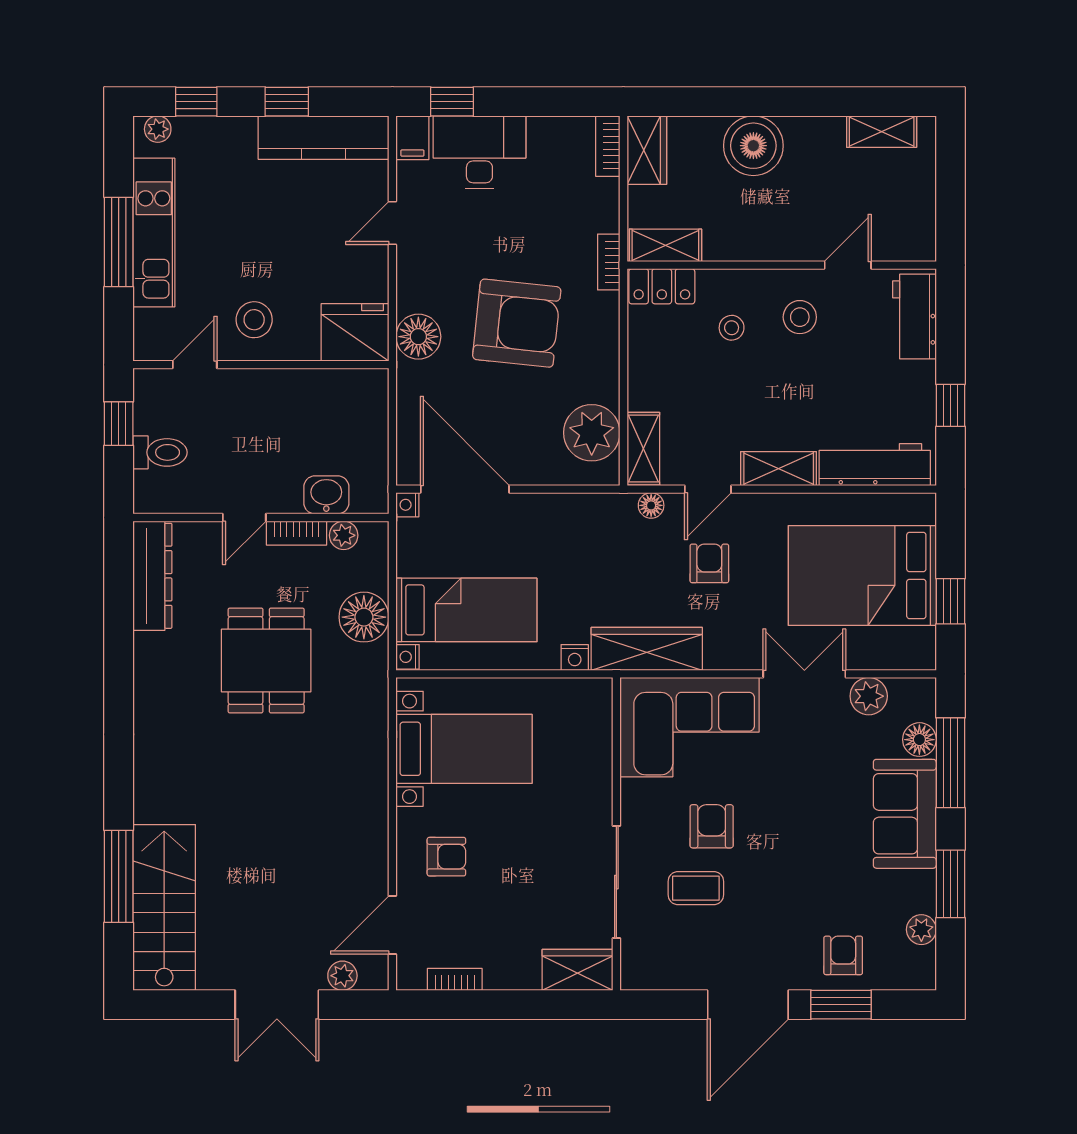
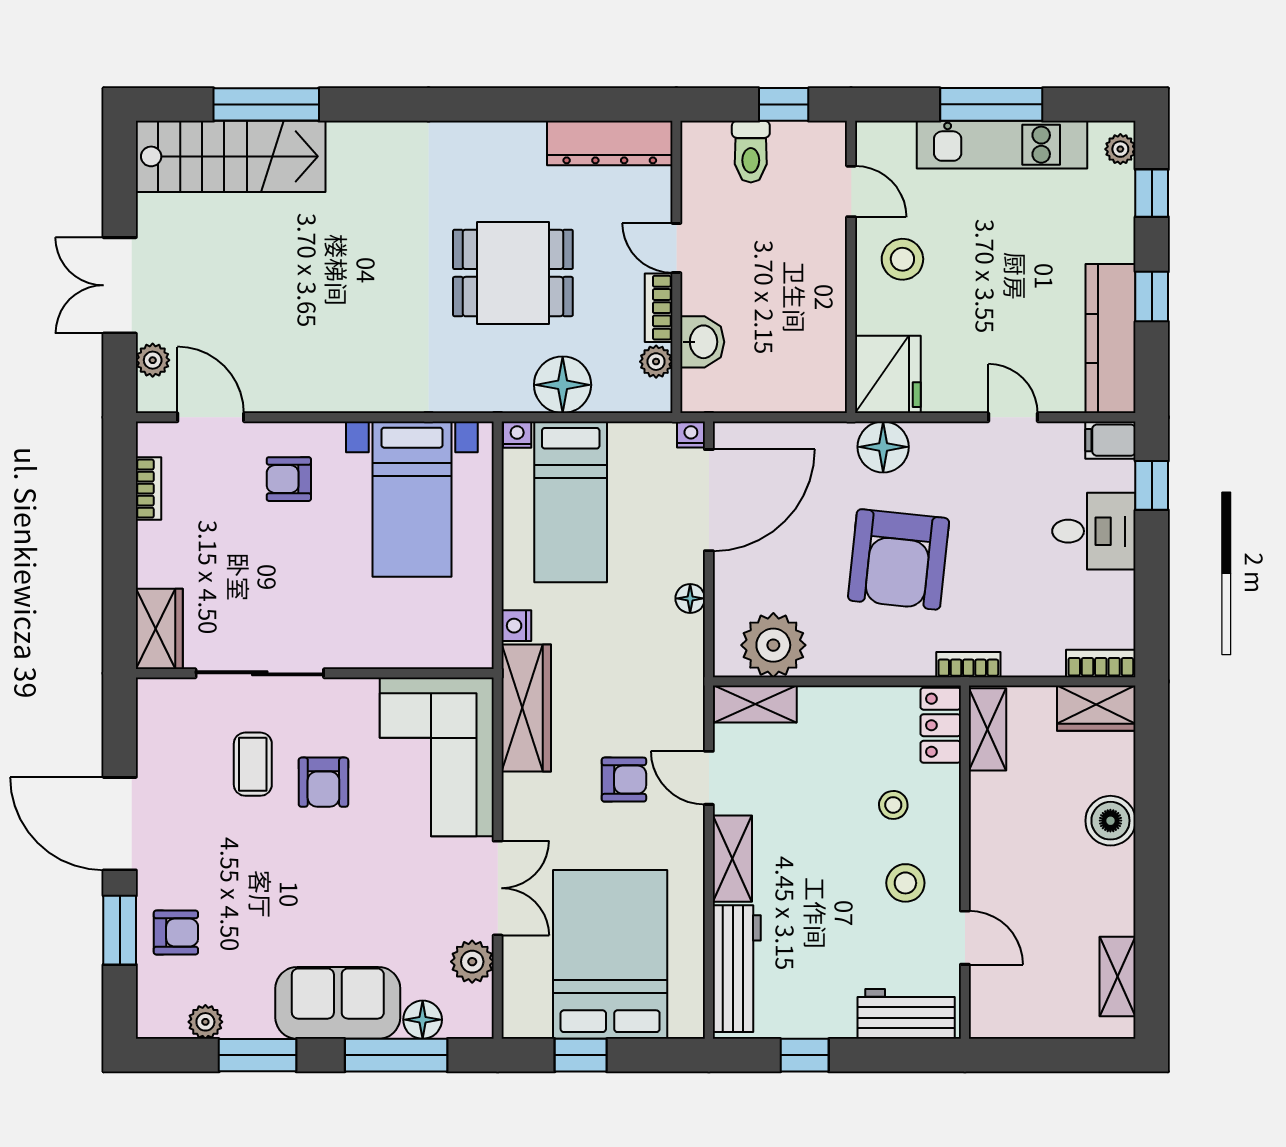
boiler: (753, 146) -> (1110, 821), width x0.73, depth x0.73
desk: (479, 152) -> (1094, 531), width x0.73
floor lamp: (651, 505) -> (690, 598), moved
armchair: (712, 826) -> (323, 782), turned 90
armchair: (446, 857) -> (289, 479), turned 90

